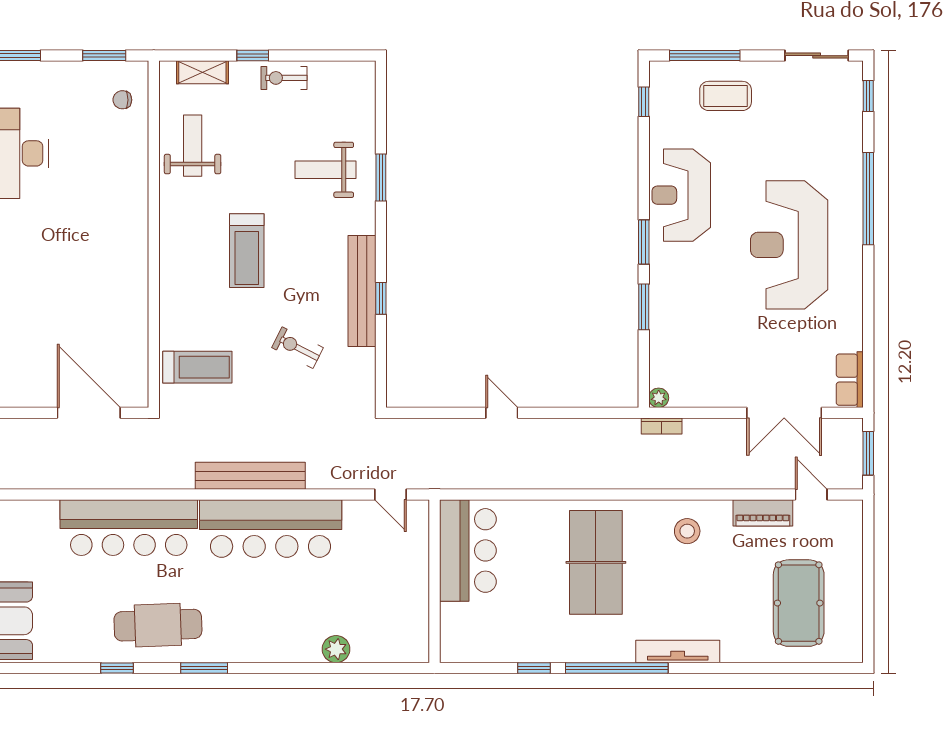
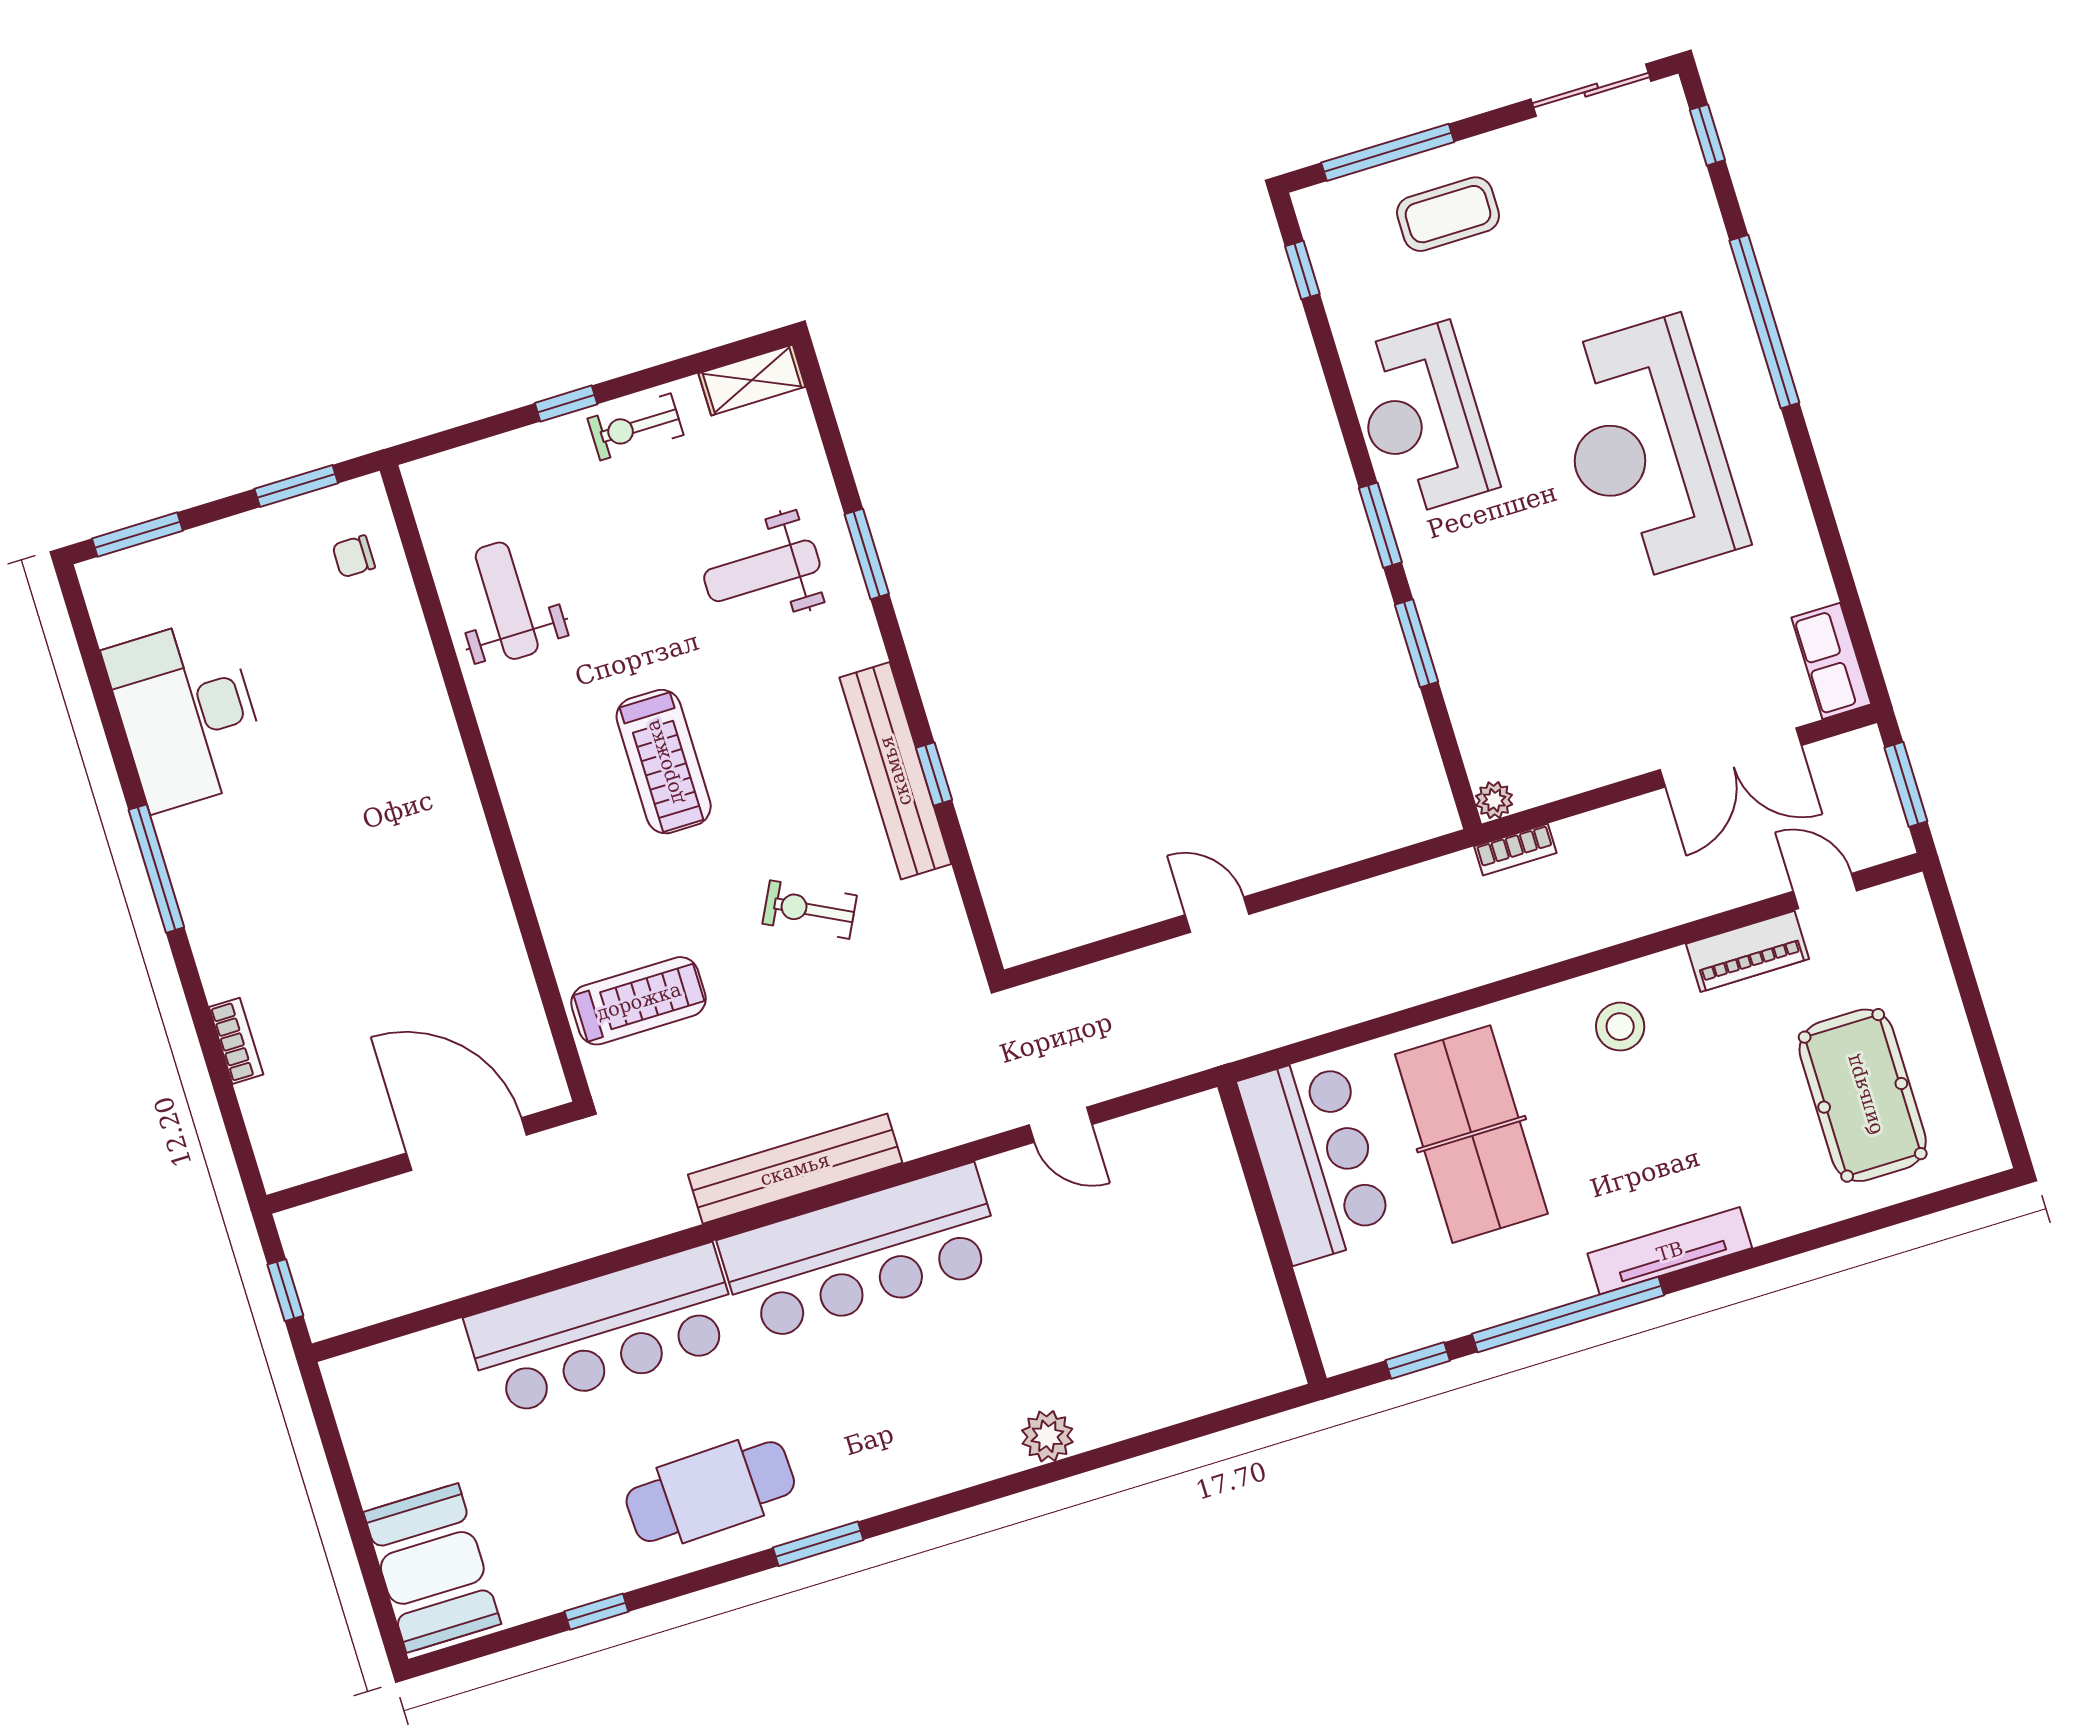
shelving: (202, 72) -> (752, 380), moved
bar counter: (468, 550) -> (1316, 1158), moved
wall: (434, 581) -> (1272, 1233), moved
window: (117, 668) -> (596, 1612), moved

